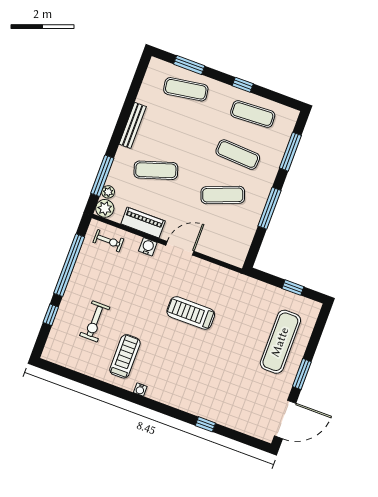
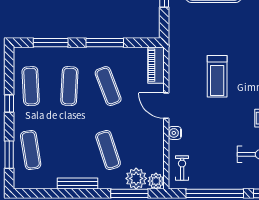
plant: (108, 192) -> (136, 178), width x1.87, depth x1.87
piano: (143, 222) -> (156, 65), moved

